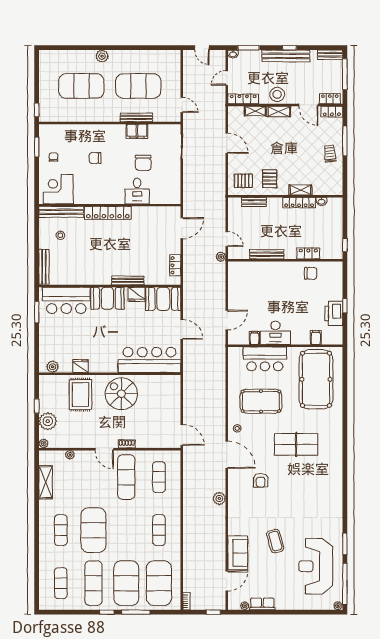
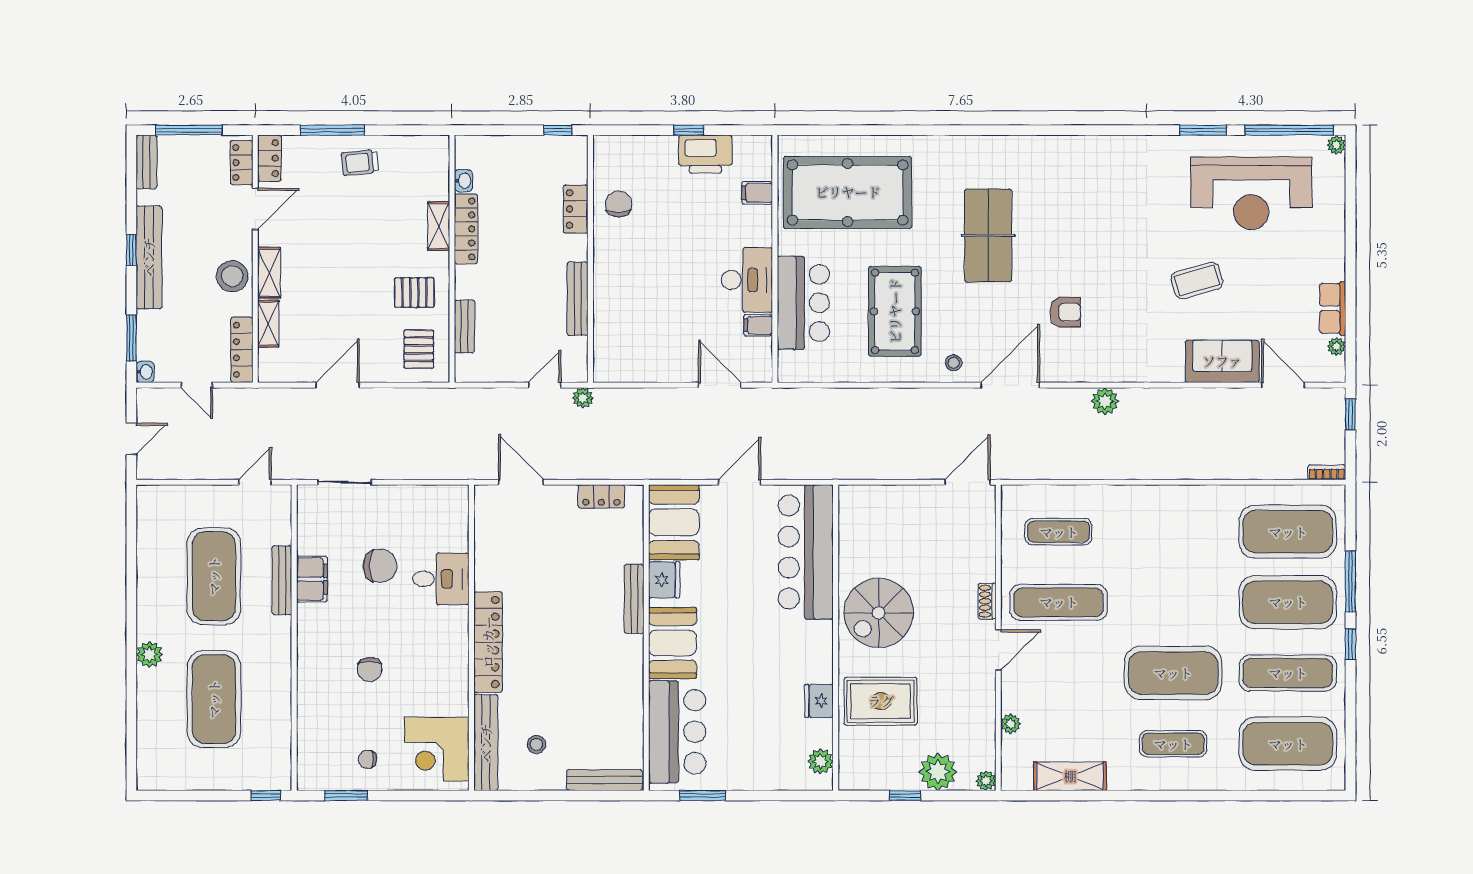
exercise mat: (159, 530) -> (1173, 532), removed
exercise mat: (61, 583) -> (1288, 744), width x2.00, depth x1.45

